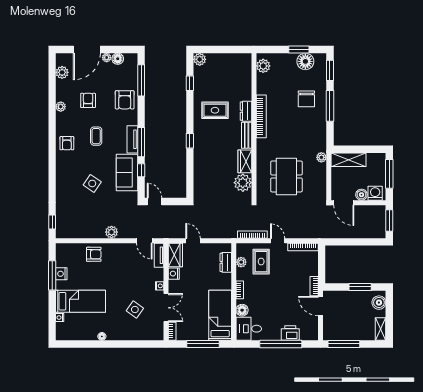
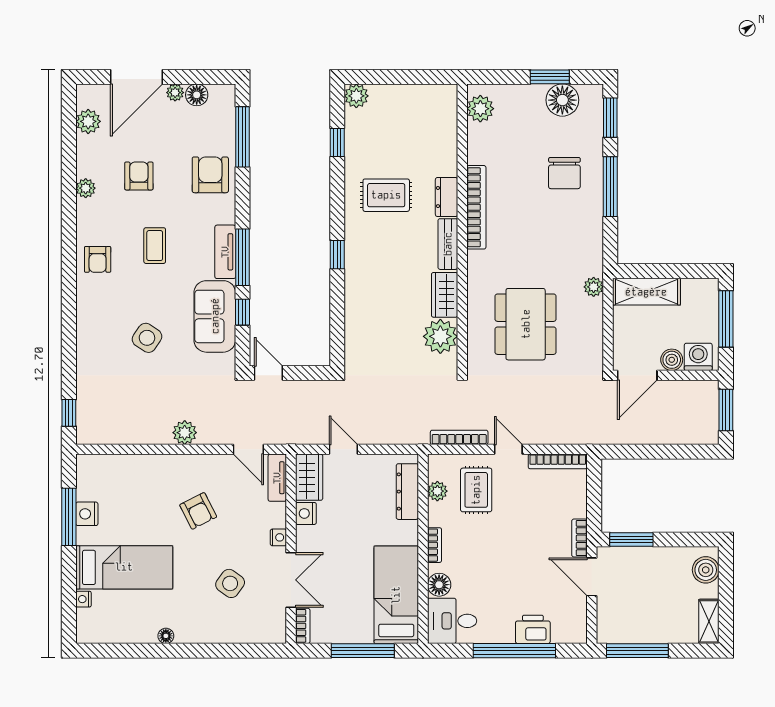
armchair: (125, 100) -> (210, 175), turned 180
door: (344, 203) -> (637, 375), hinge flipped
armchair: (94, 254) -> (198, 511), moved, turned 63
dresser: (226, 262) -> (407, 492), width x1.44
window: (360, 287) -> (631, 540), moved

